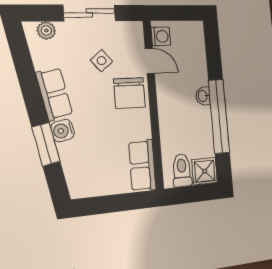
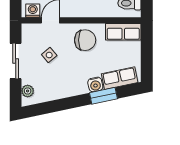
chair: (129, 93) -> (85, 40), moved
row of seats: (54, 94) -> (120, 78), moved

